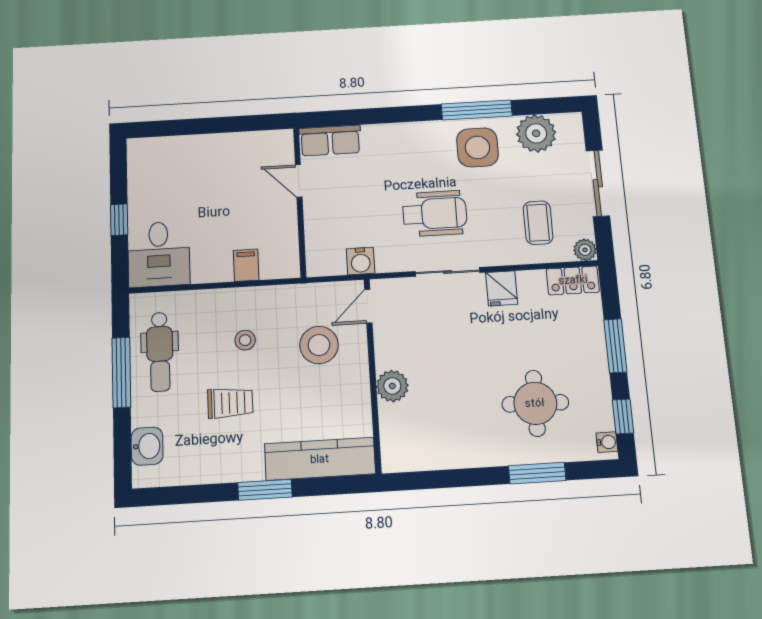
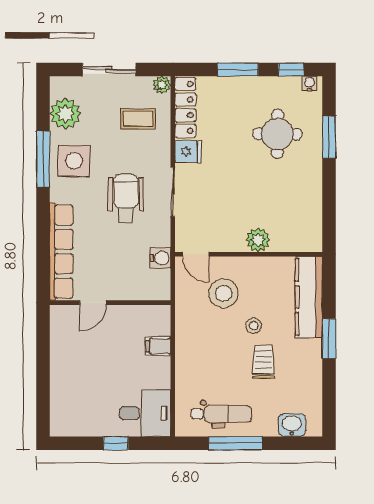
row of seats: (330, 140) -> (61, 252), width x2.02
locker: (573, 280) -> (185, 107), width x1.53
stool: (245, 340) -> (254, 326), moved

